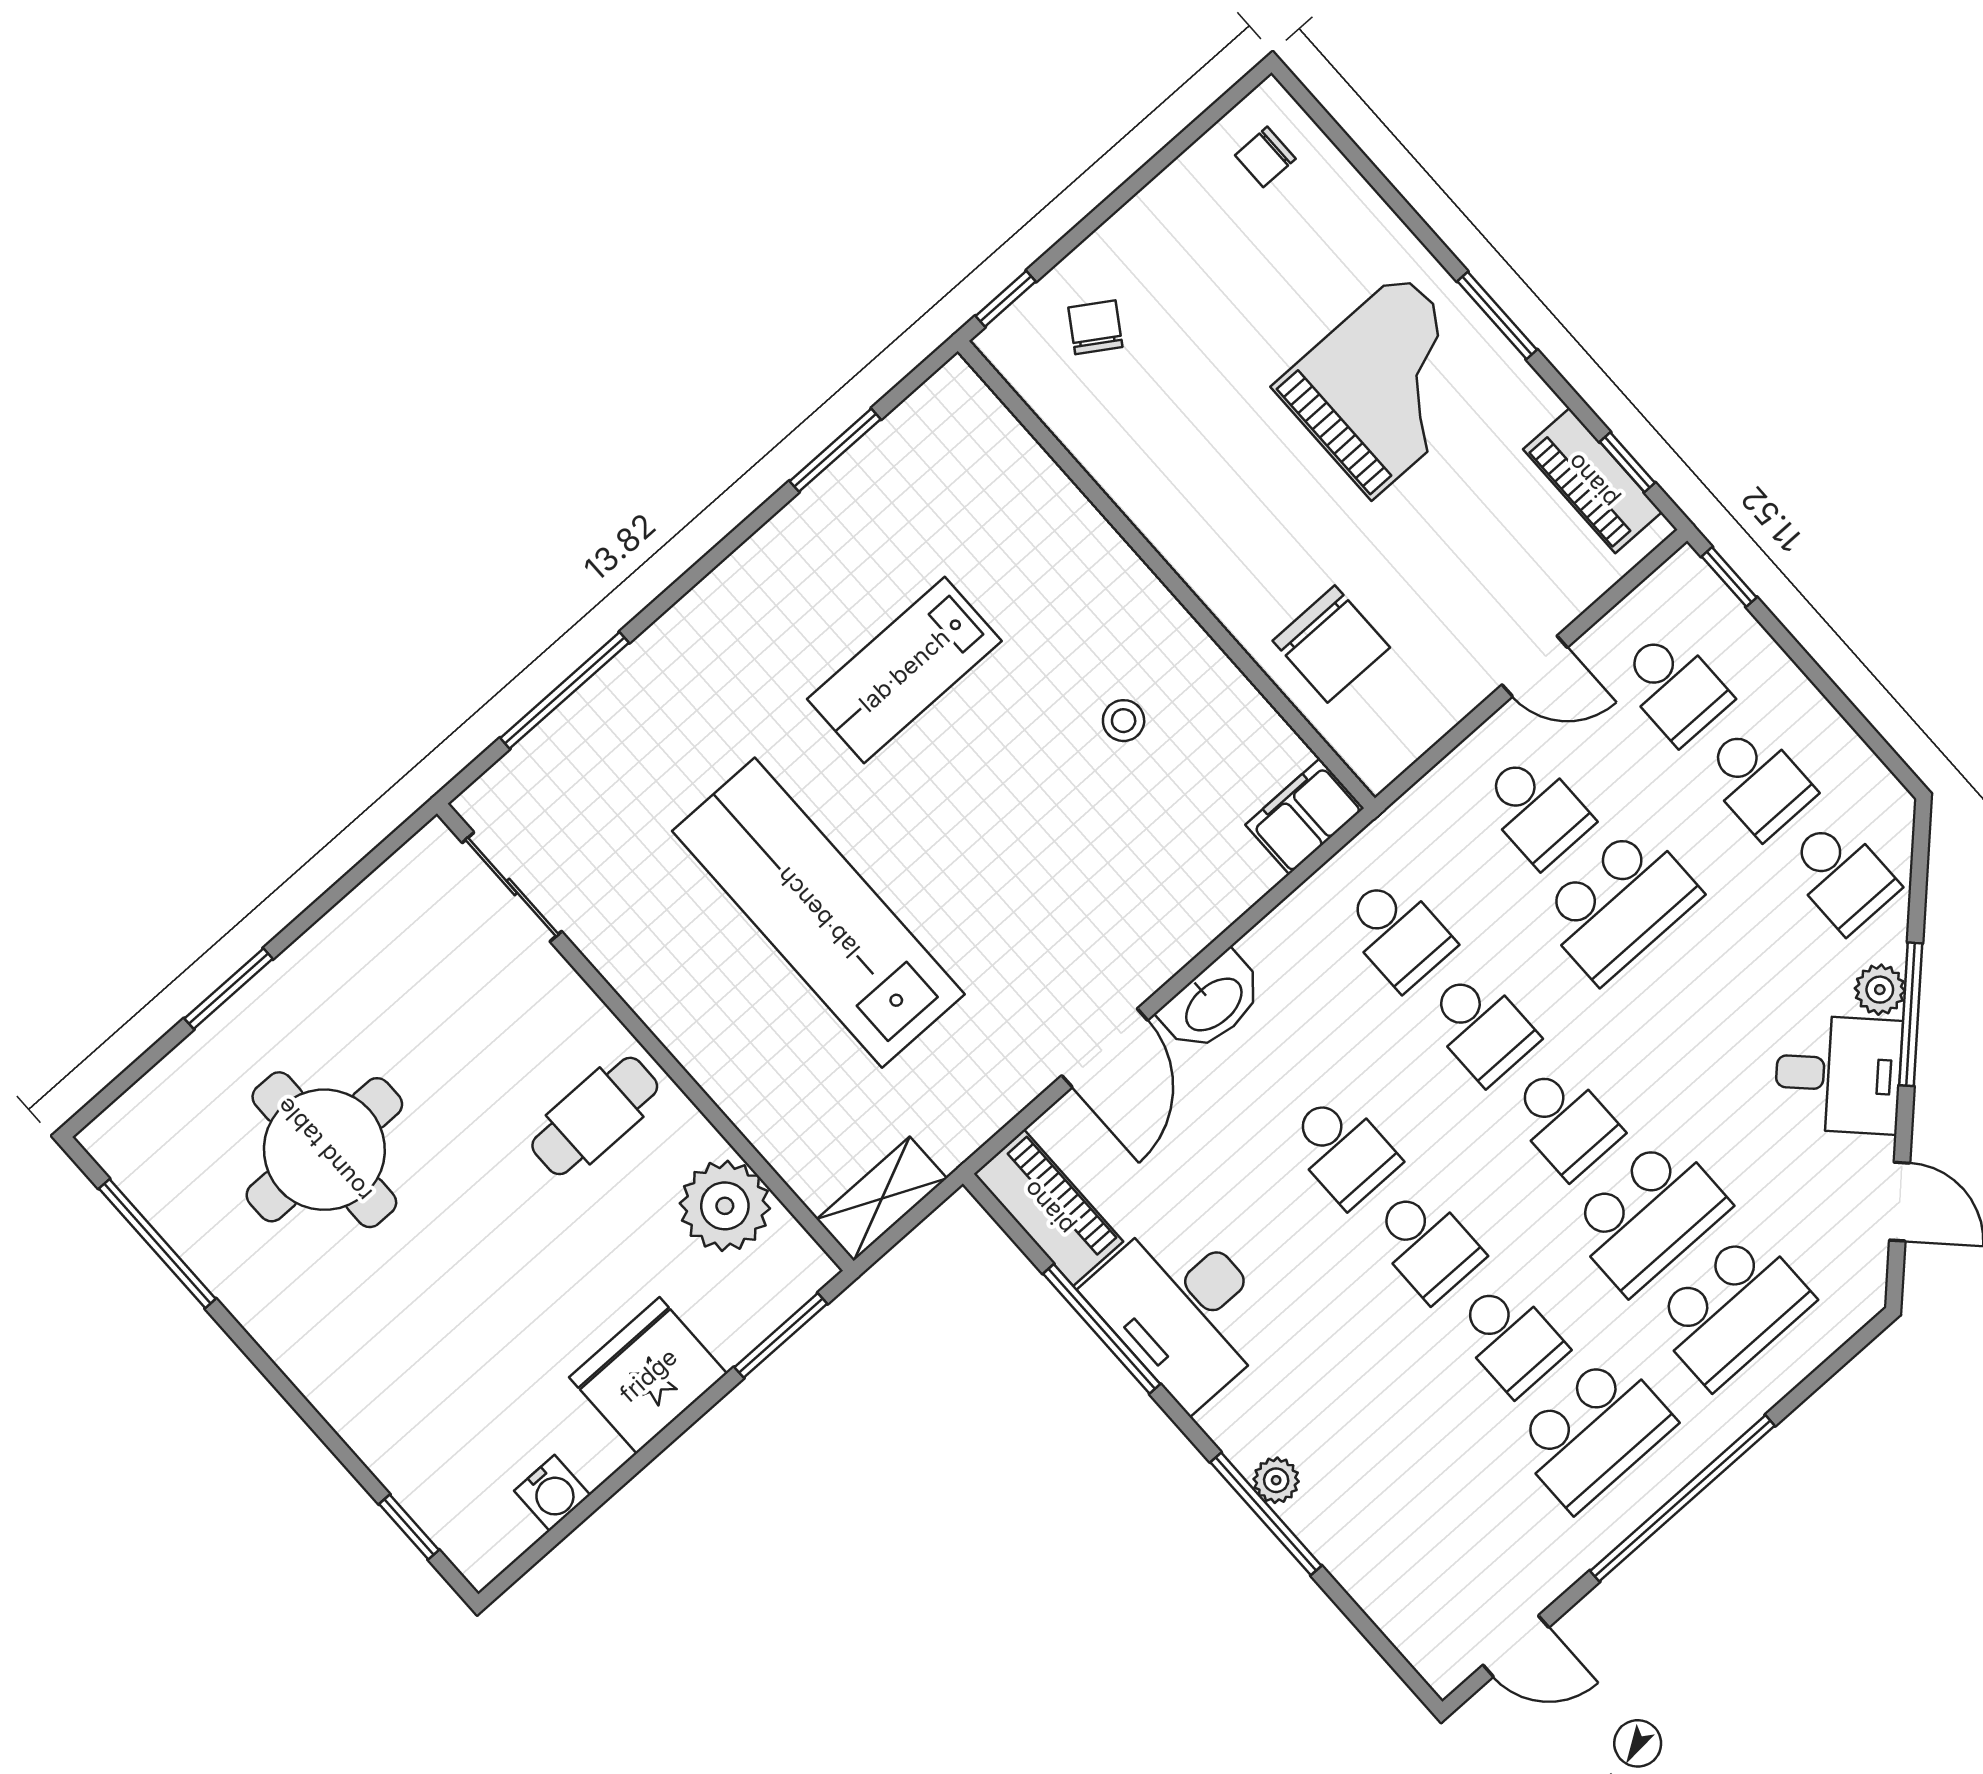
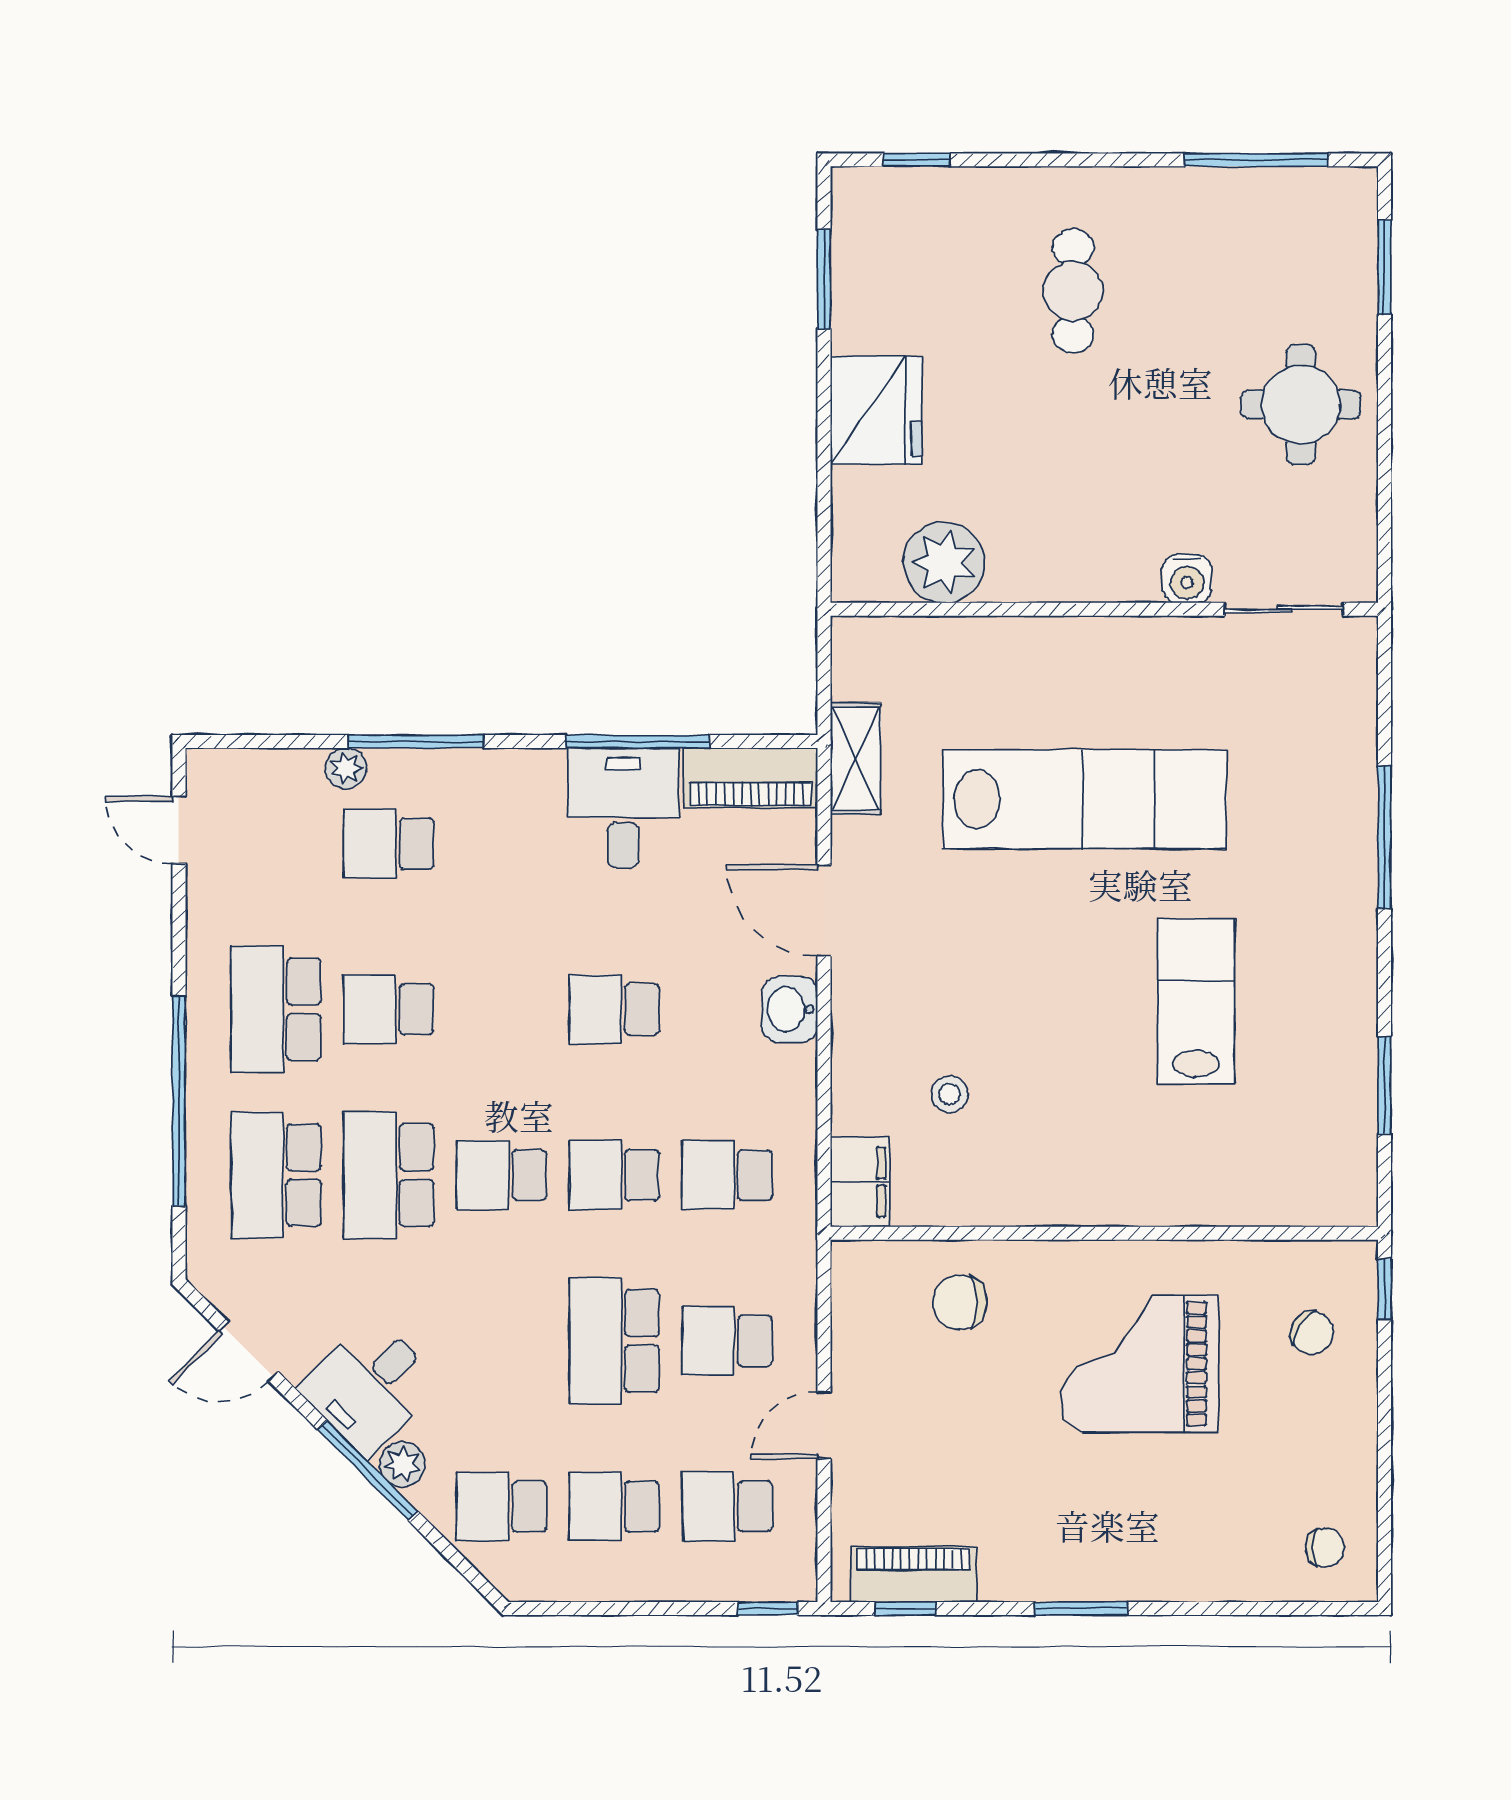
chair: (1265, 157) -> (1325, 1548), turned 90
grand piano: (1387, 385) -> (1140, 1364), moved, turned 90
chair: (1331, 644) -> (960, 1302), width x0.73, depth x0.73
window: (565, 690) -> (1384, 837), moved
stool: (1124, 721) -> (950, 1094), moved
window: (229, 989) -> (1384, 267), moved
washbasin: (1213, 1003) -> (790, 1009), width x0.72
cafe table: (595, 1116) -> (1073, 291), moved
round table: (324, 1150) -> (1301, 405), moved, width x0.73, depth x0.73
shelving: (882, 1199) -> (855, 758), moved
school desk: (1426, 1244) -> (389, 844), moved
desk: (1183, 1309) -> (623, 808), width x0.73
window: (781, 1335) -> (824, 279), moved
plant: (1276, 1480) -> (346, 768), moved
water cooler: (552, 1493) -> (1187, 579), moved, turned -90
window: (1682, 1498) -> (179, 1101), moved
door: (1516, 1646) -> (179, 830), hinge flipped

